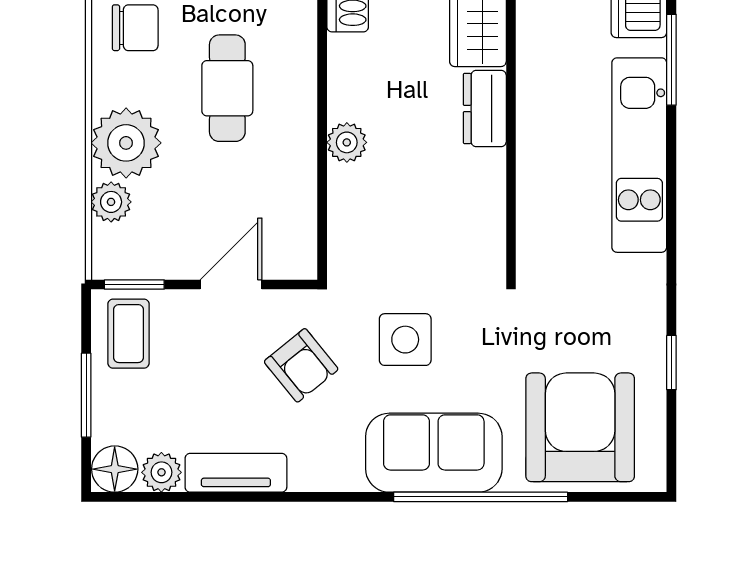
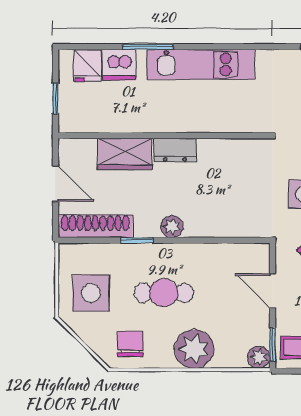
window: (322, 40) -> (137, 240), added
plant: (347, 142) -> (172, 227), moved
plant: (111, 202) -> (259, 357), moved

